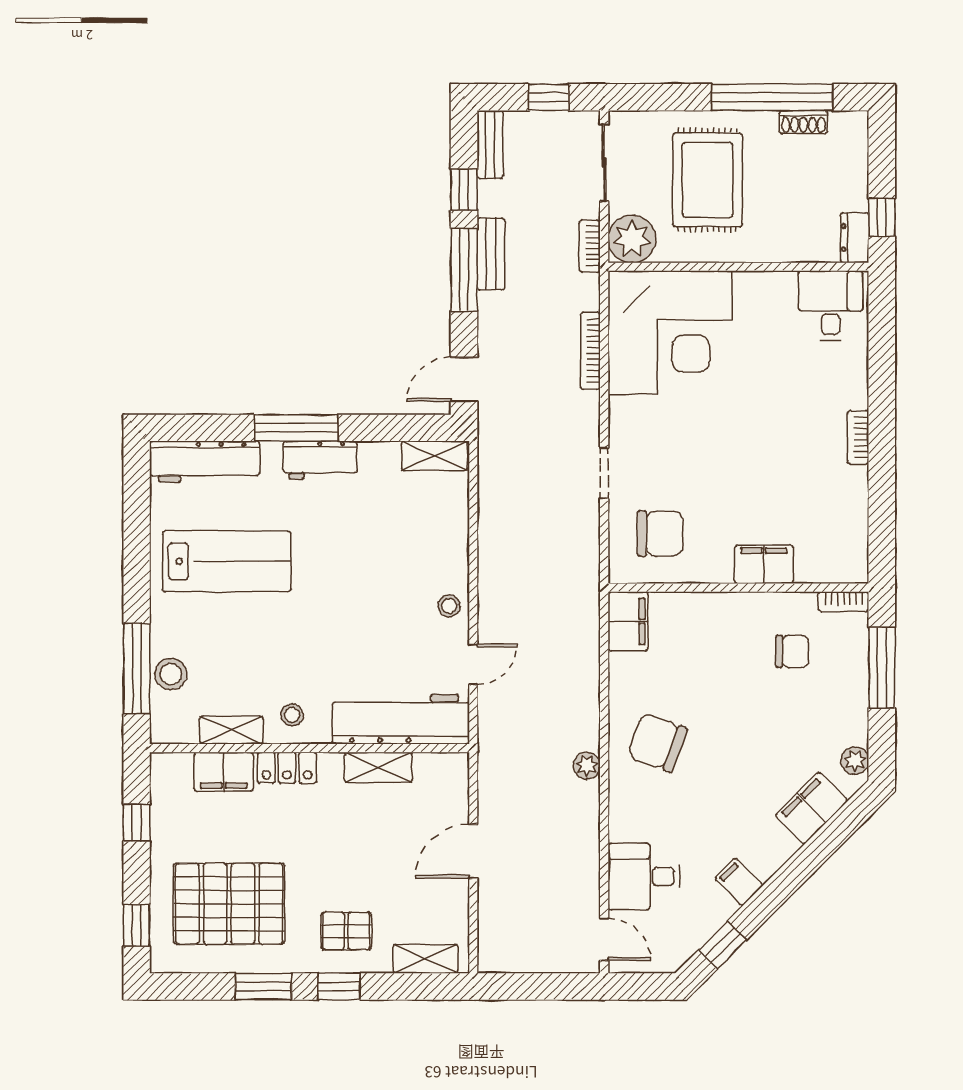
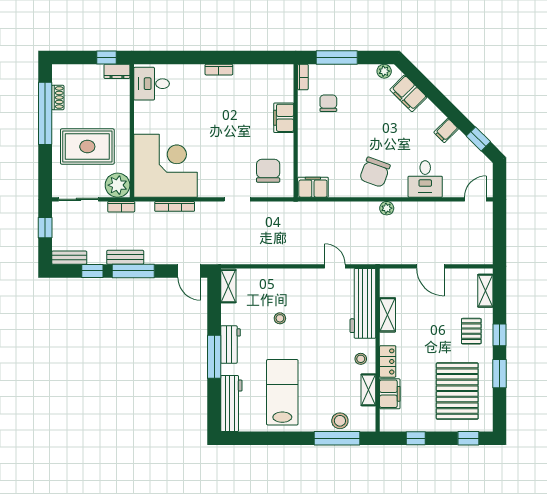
stool: (449, 606) -> (280, 318), moved
desk: (644, 877) -> (425, 179), moved

